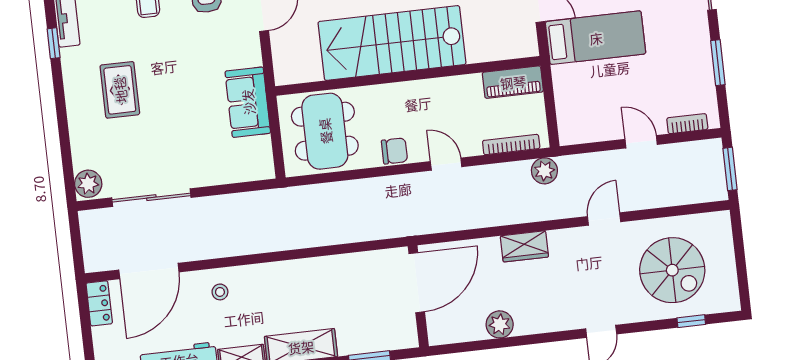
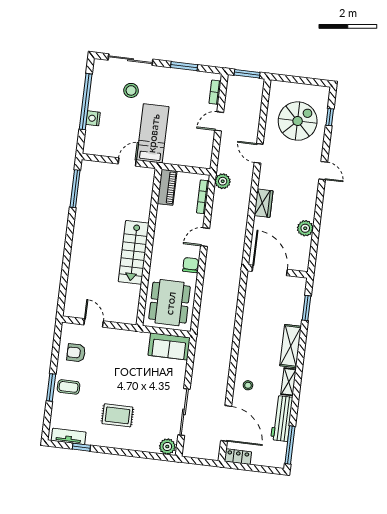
stairs: (392, 43) -> (134, 252), width x0.73, depth x0.66
sofa: (248, 102) -> (169, 346), moved
dining table: (325, 131) -> (170, 303), turned 90

